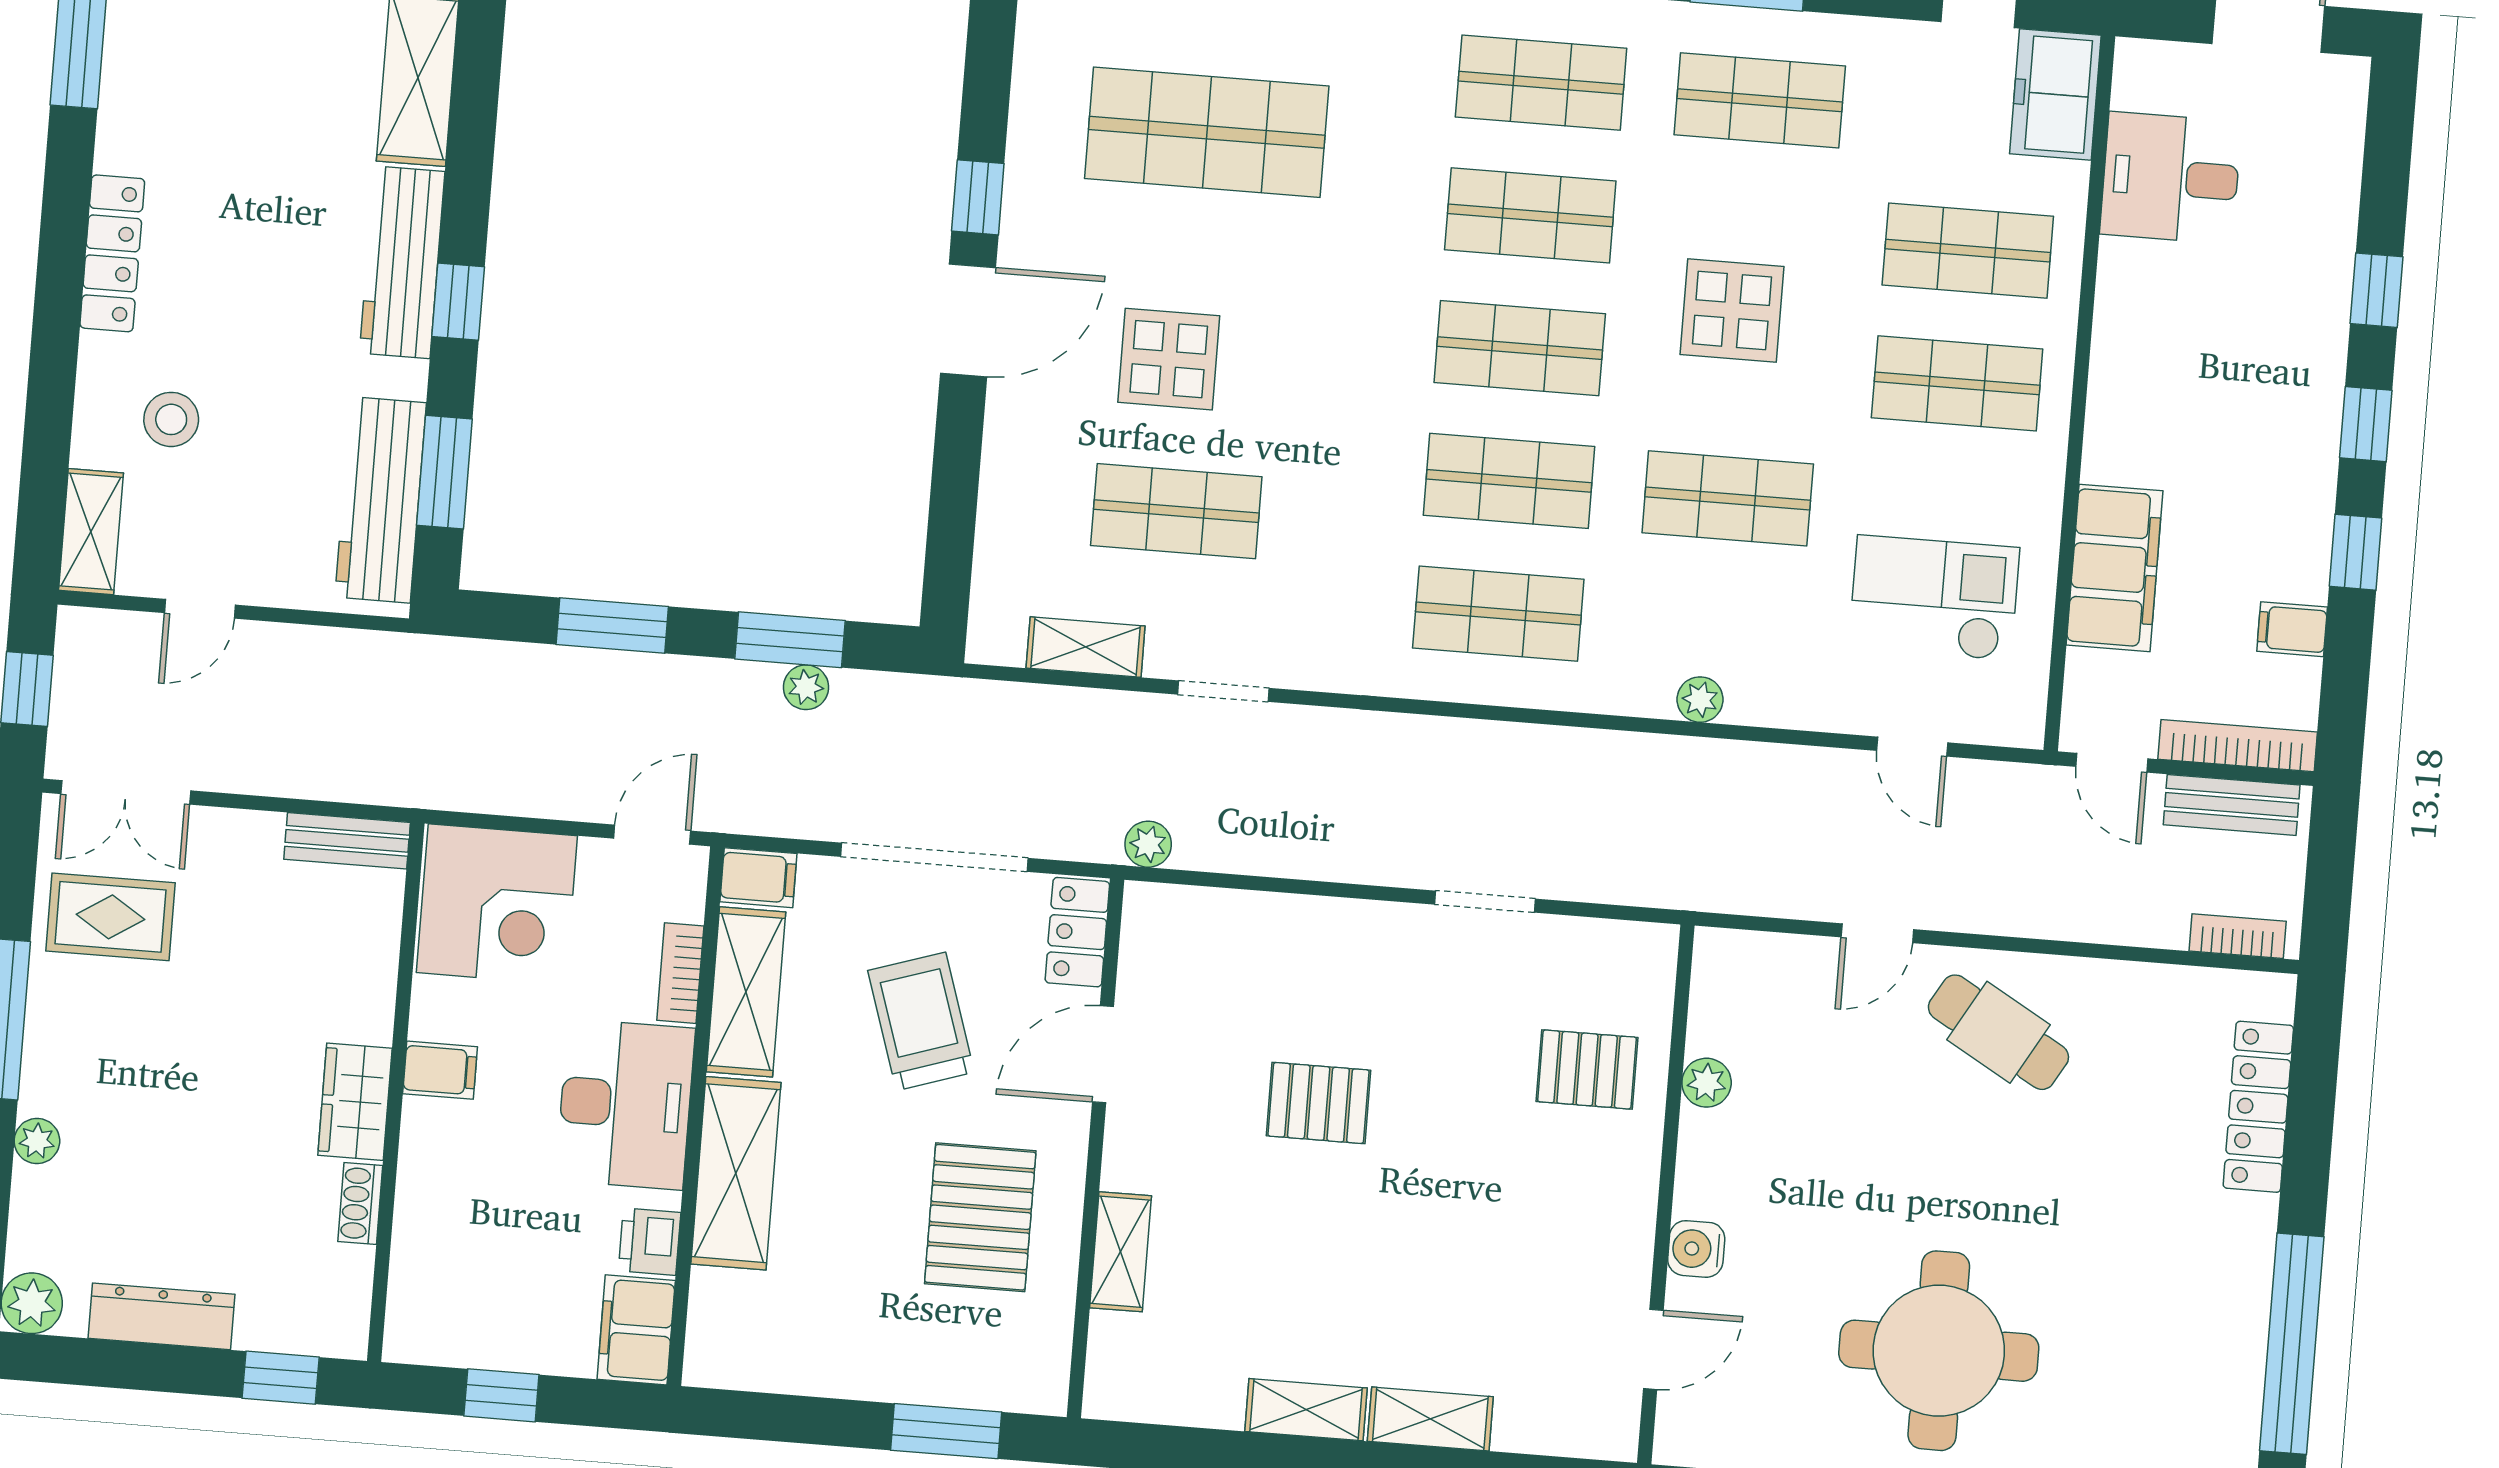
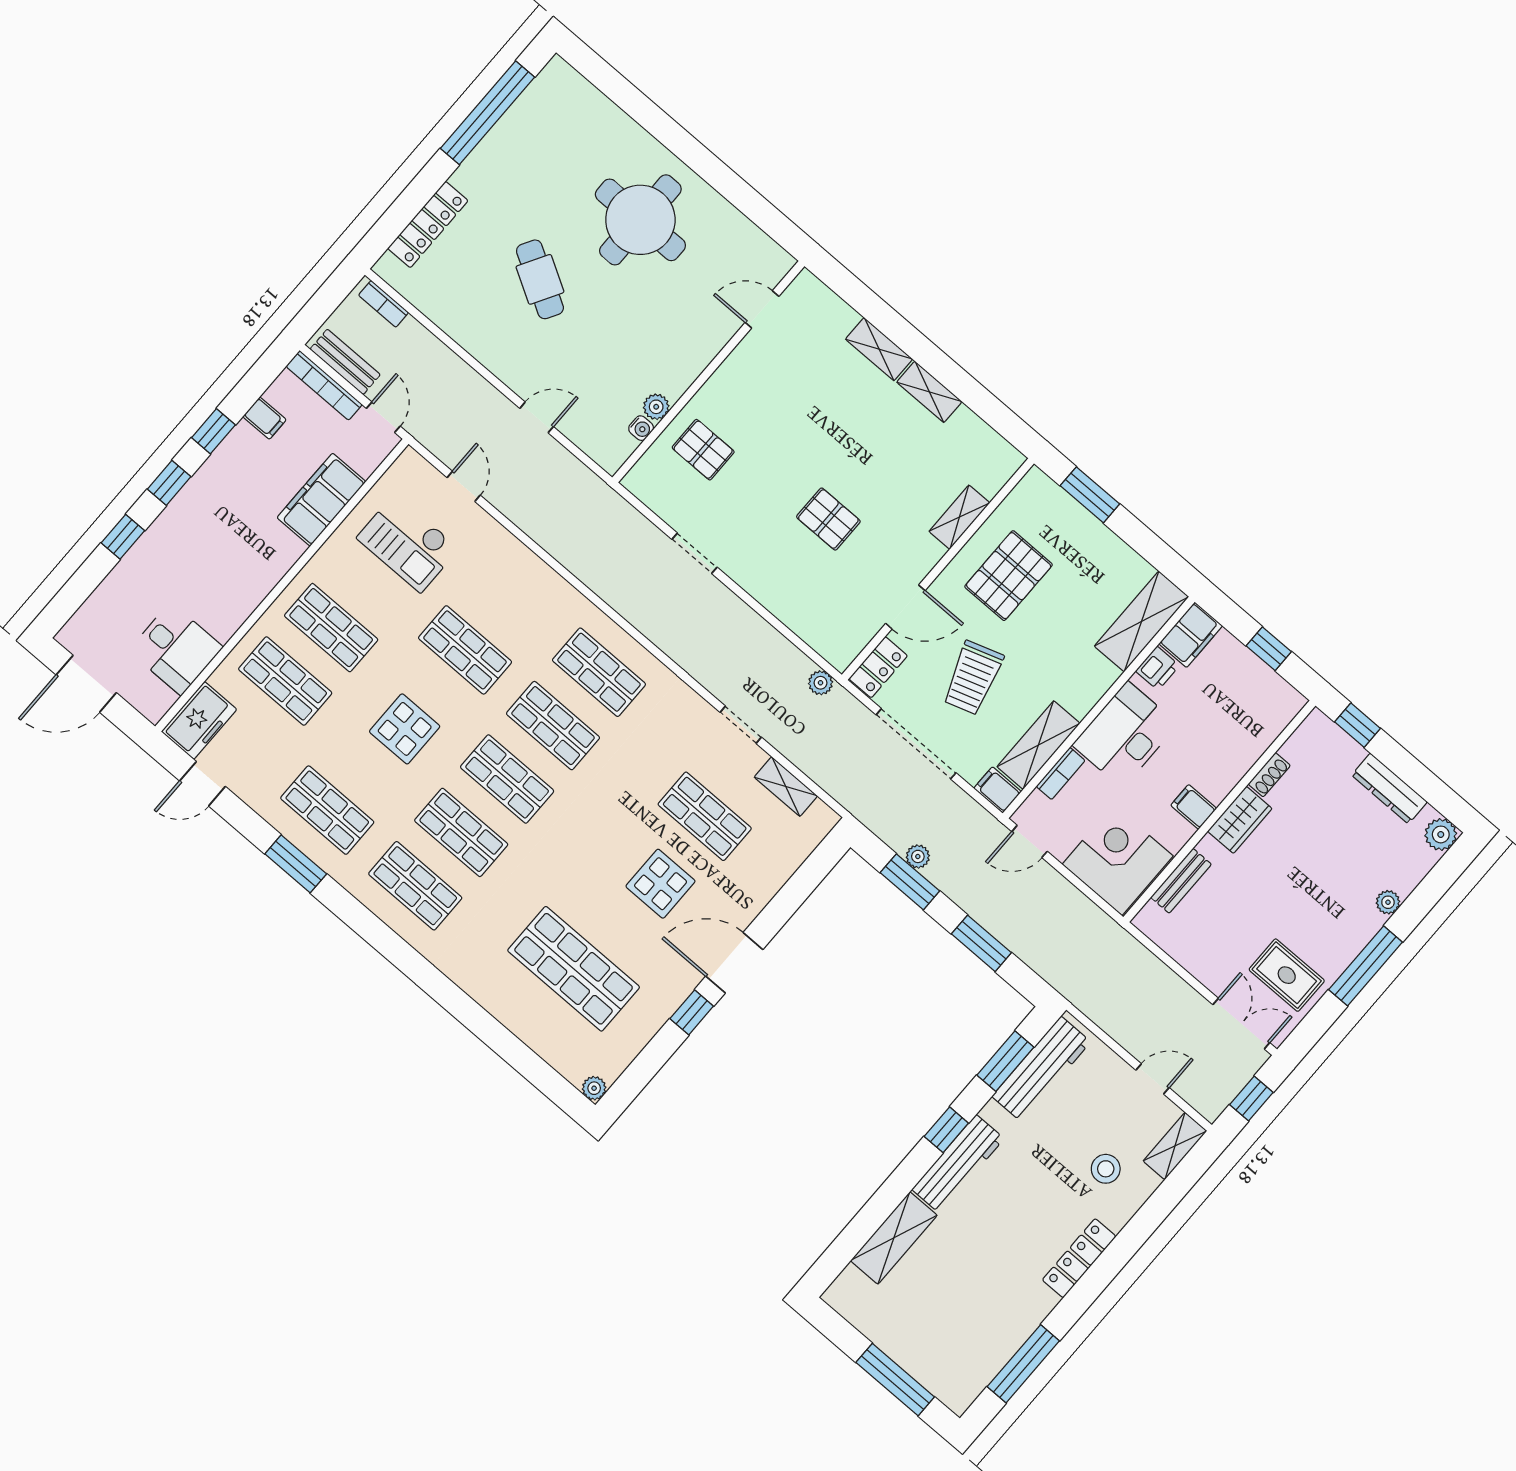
plant: (1700, 700) -> (540, 573), removed
bench: (347, 841) -> (1181, 881), moved, turned 90
cafe table: (1998, 1032) -> (540, 279), moved
shelving: (736, 1173) -> (1142, 621), moved
water cooler: (1696, 1249) -> (641, 428), moved, width x0.72, depth x0.72

